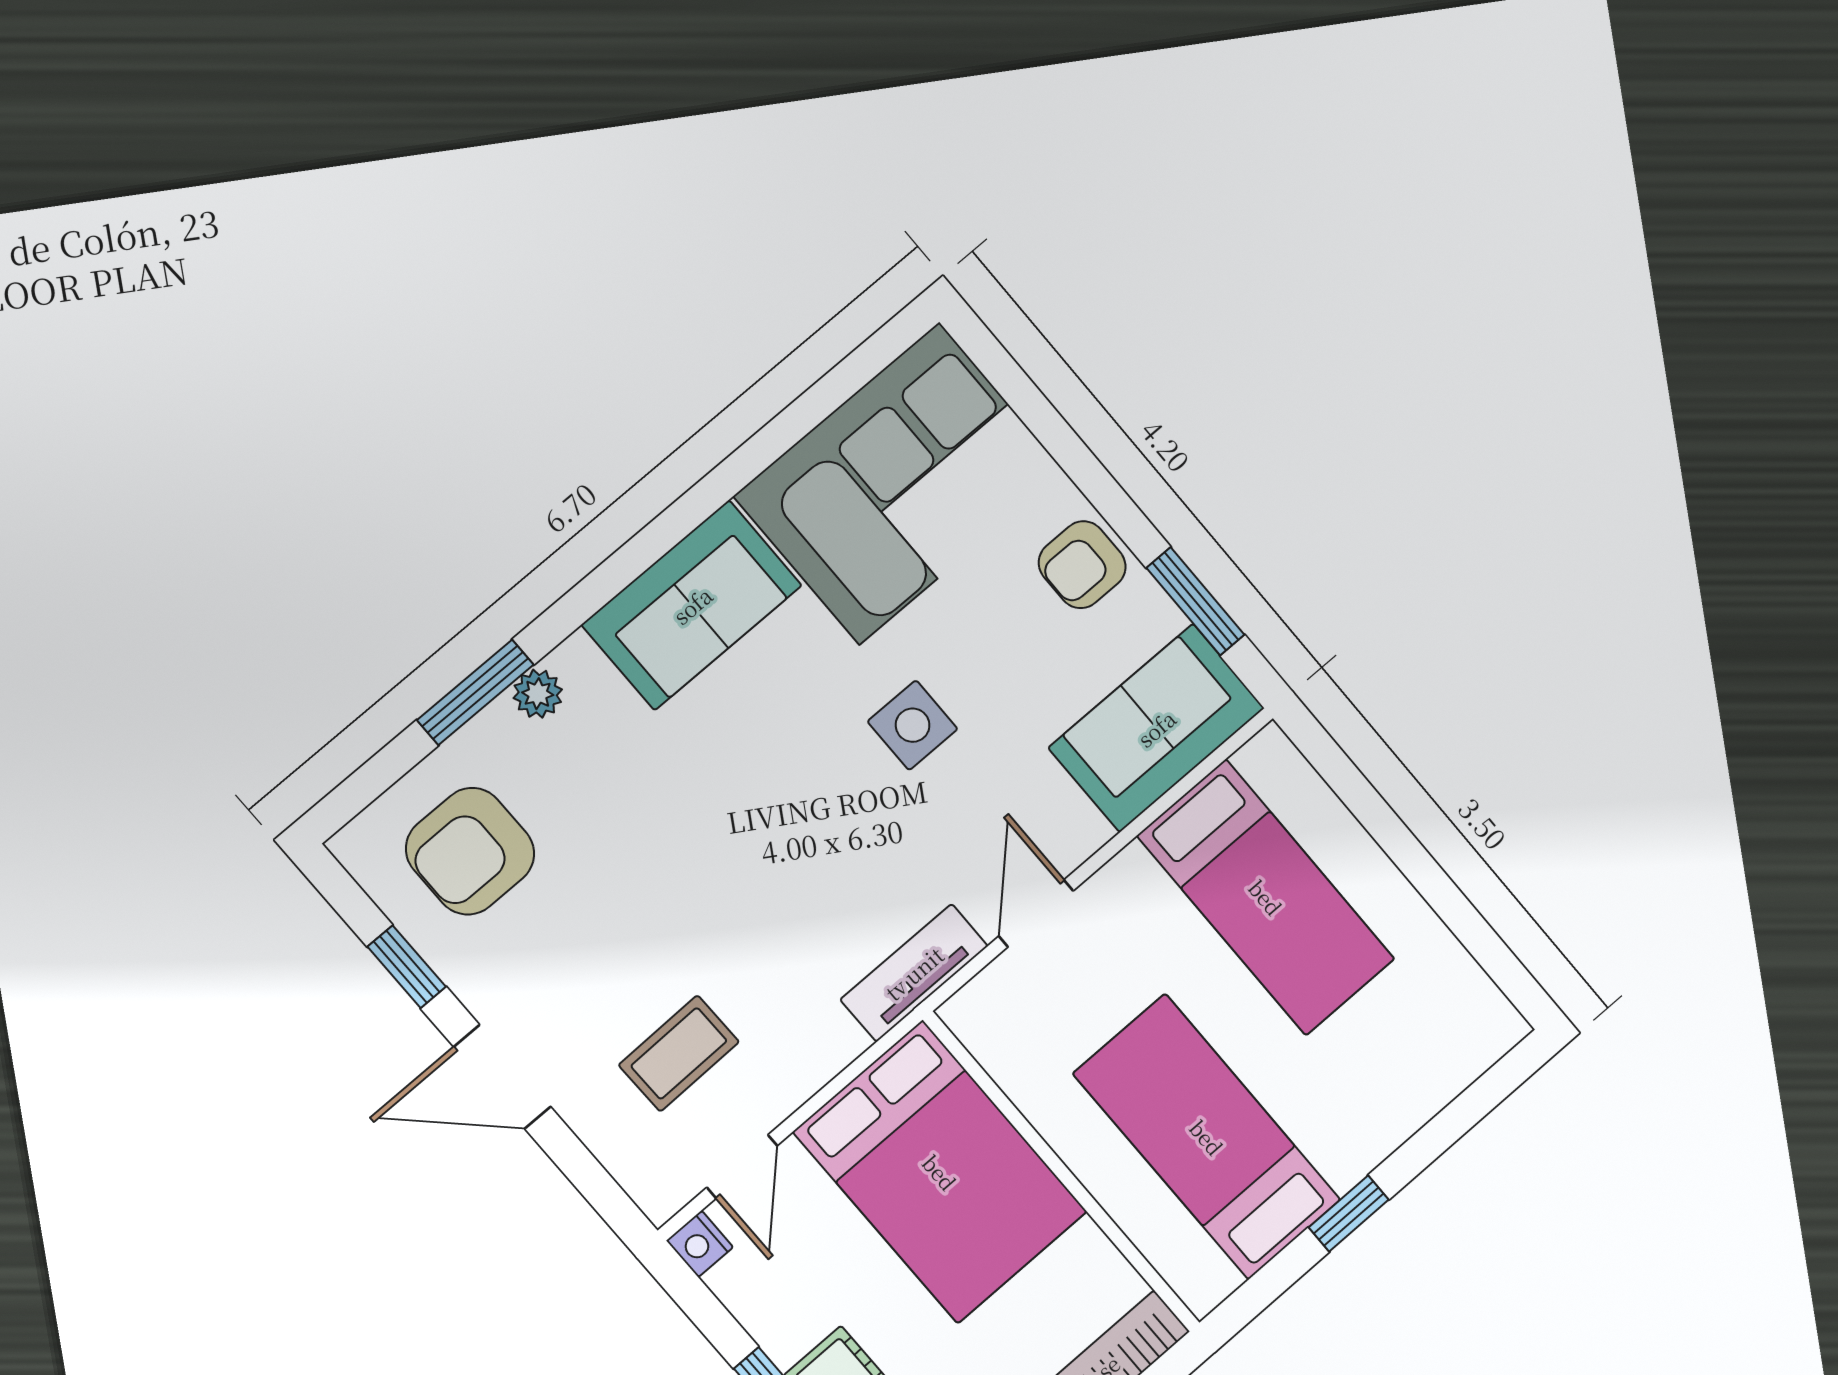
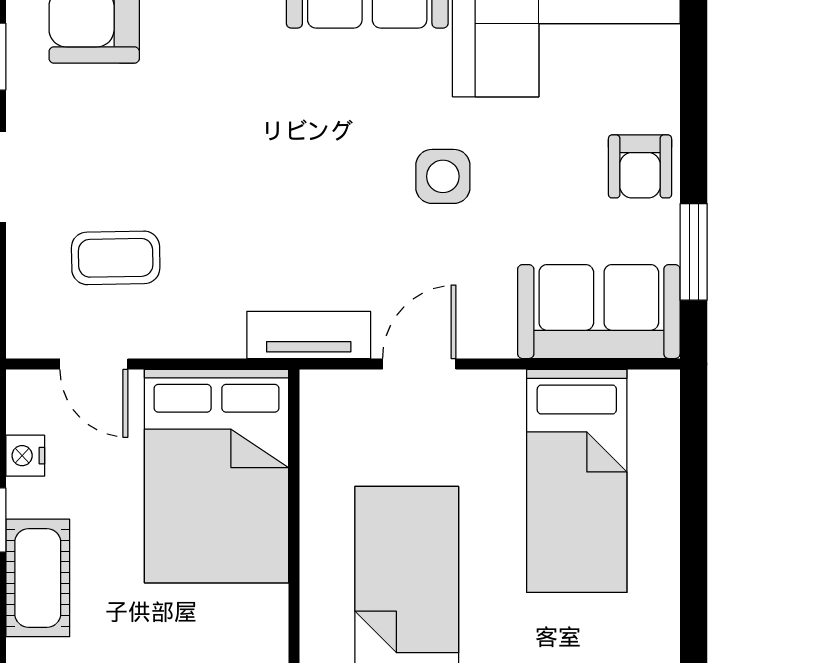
armchair: (1082, 565) -> (640, 166), turned -90
door: (742, 1167) -> (94, 364), hinge flipped
nightstand: (700, 1244) -> (25, 456), moved

